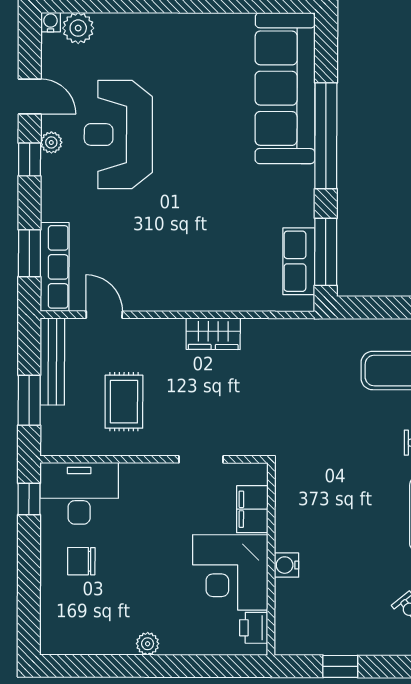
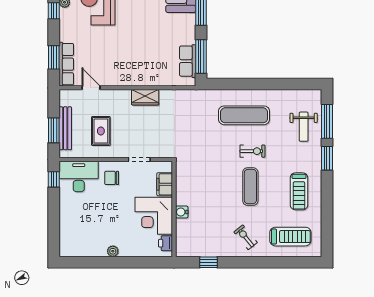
bench: (52, 361) -> (65, 128), moved
chair: (81, 561) -> (112, 178), moved

